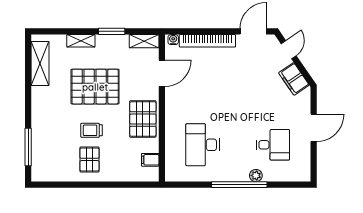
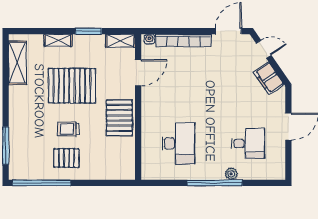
door: (289, 50) -> (264, 49), hinge flipped
desk: (202, 145) -> (178, 143), turned 180
pallet: (89, 159) -> (66, 158), turned 90
filing cabinet: (150, 160) -> (127, 158), removed
window: (64, 185) -> (42, 183), added

